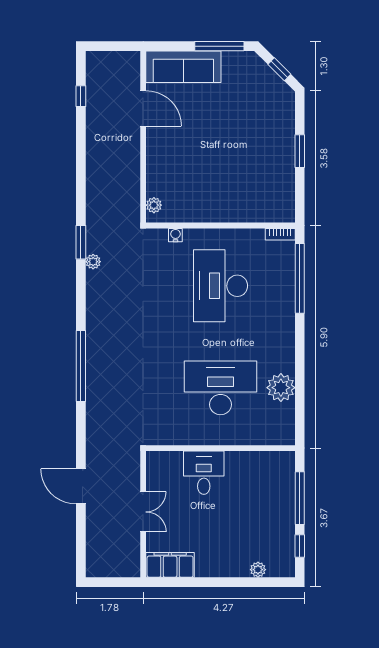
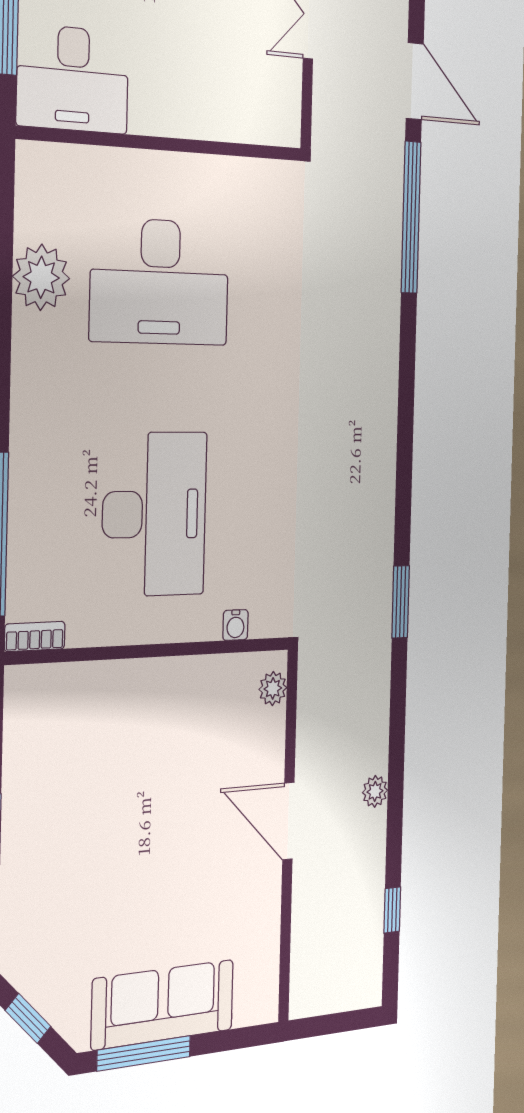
sofa: (183, 67) -> (163, 1005), moved
door: (143, 108) -> (288, 821), moved
plant: (93, 262) -> (375, 791), moved
window: (81, 366) -> (411, 217), moved
desk: (204, 473) -> (73, 79), moved, width x1.37

